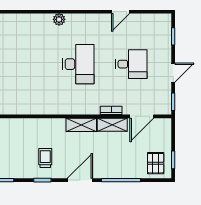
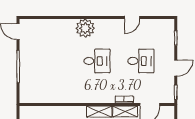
plant: (59, 19) -> (85, 28), width x1.87, depth x1.87
desk: (78, 64) -> (97, 61), width x0.73

